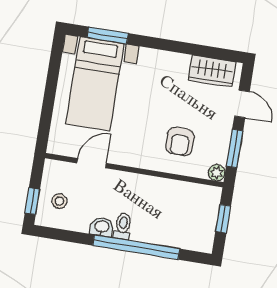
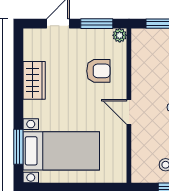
wardrobe: (212, 71) -> (34, 80), moved
door: (91, 163) -> (129, 112), moved

